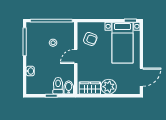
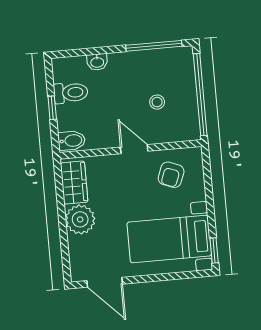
toilet: (58, 86) -> (71, 93), moved

